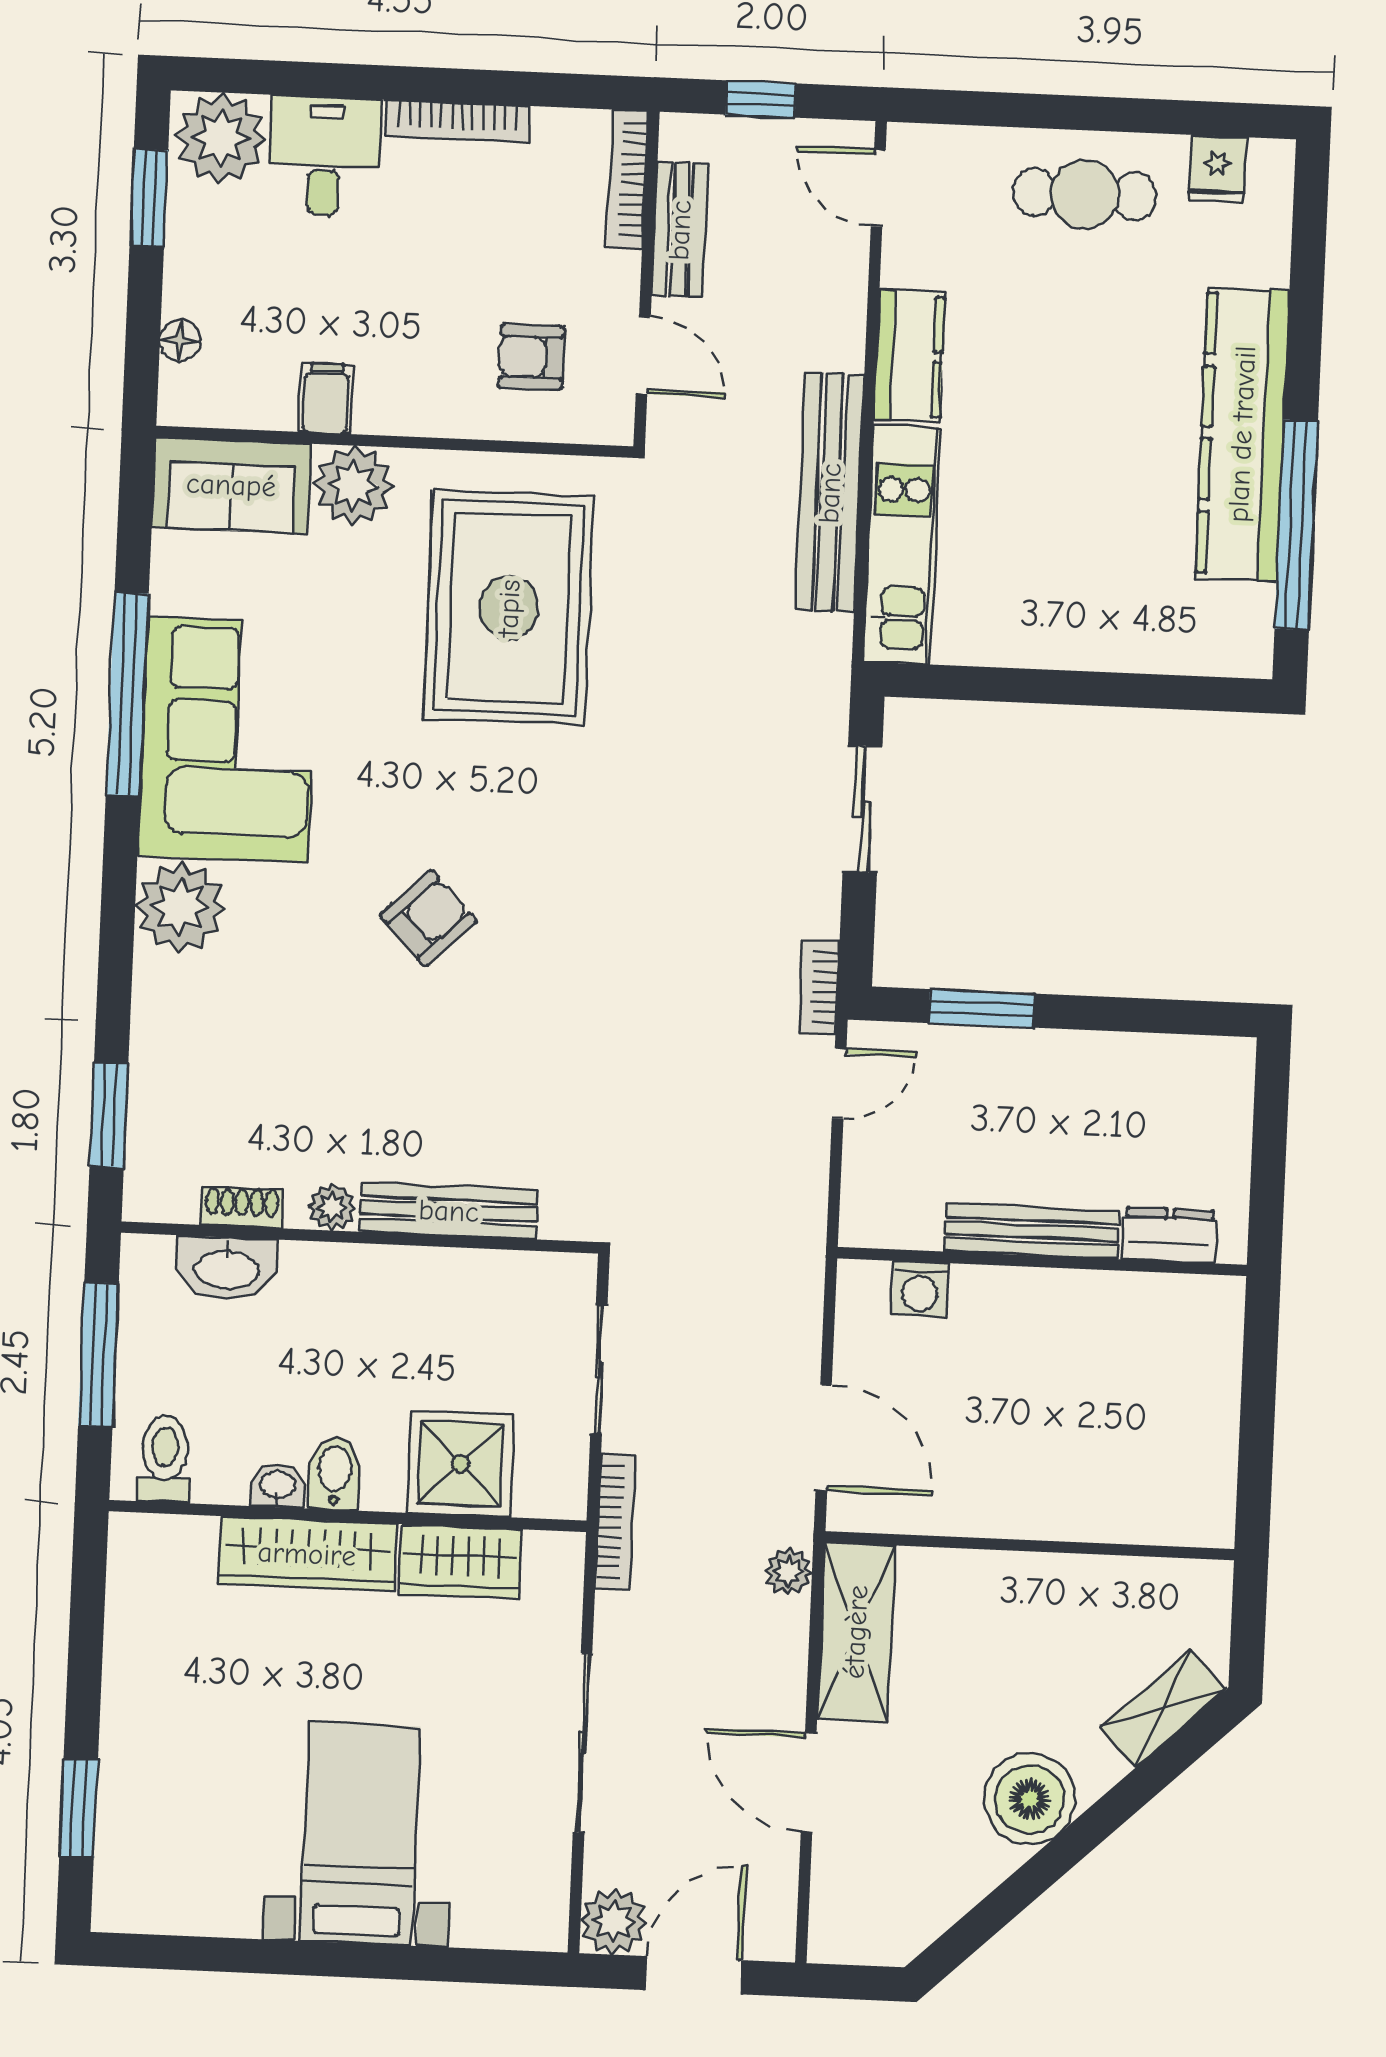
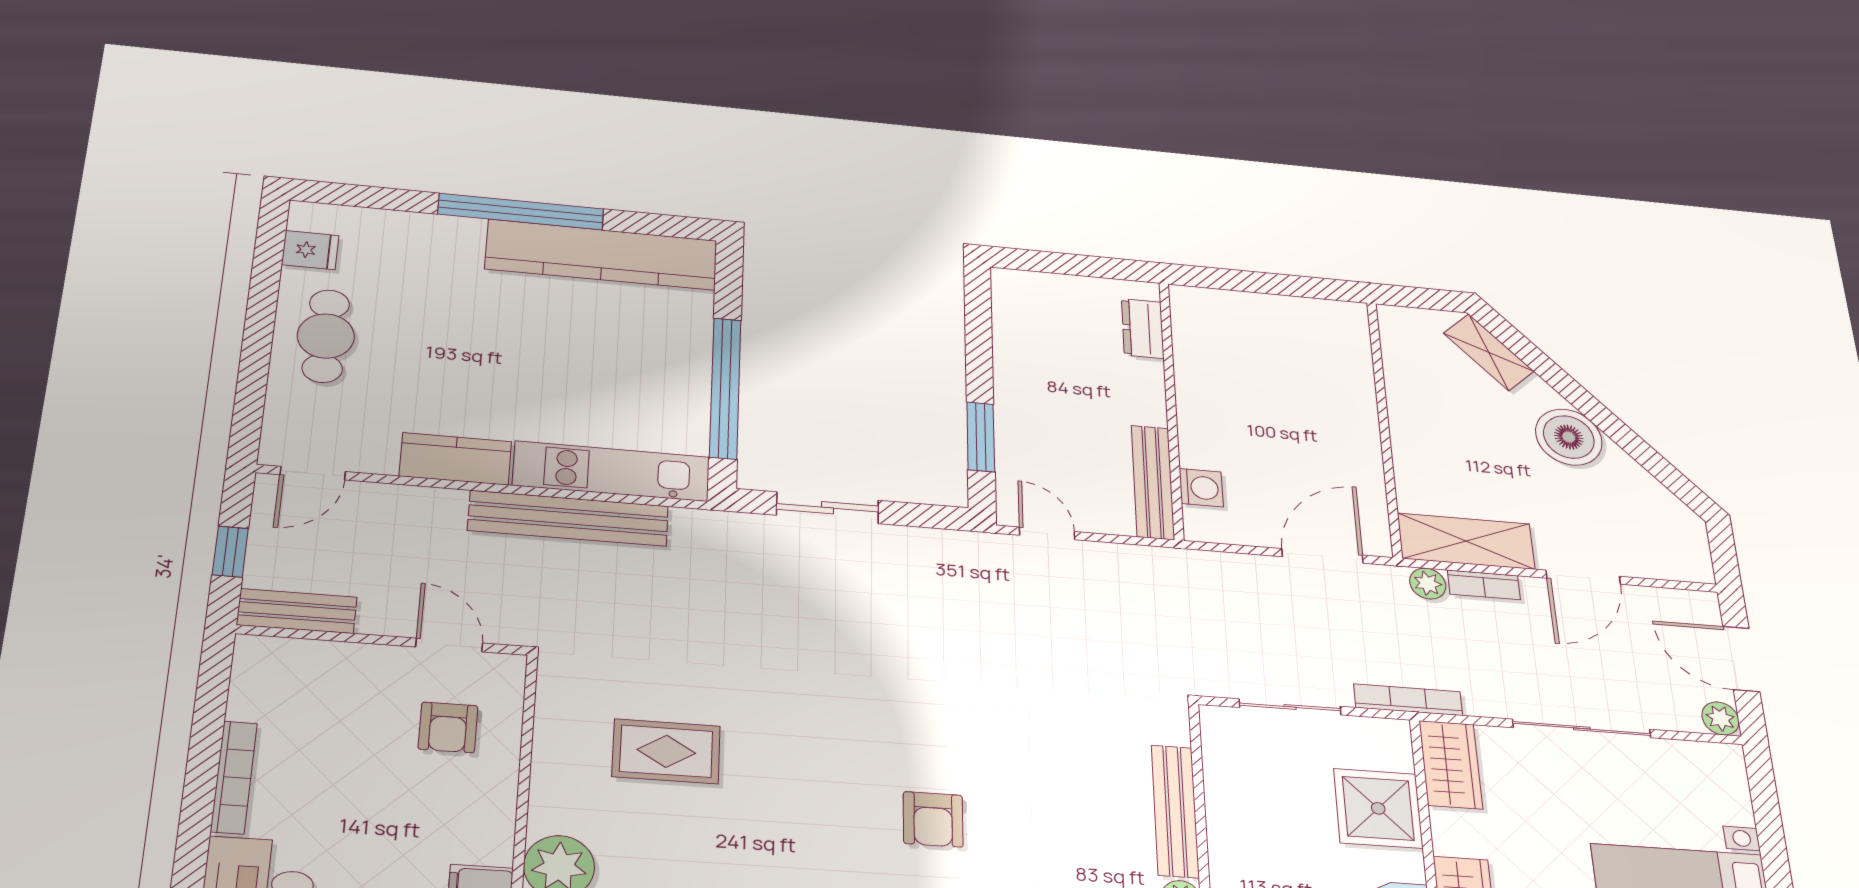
bookcase: (627, 179) -> (294, 651), removed
bench: (680, 230) -> (297, 611), moved
door: (643, 355) -> (449, 645), hinge flipped
kitchen counter: (1242, 434) -> (602, 255), moved
window: (1296, 525) -> (521, 212), moved
rug: (509, 608) -> (666, 751), width x0.54, depth x0.49
window: (1037, 686) -> (725, 388), added
armchair: (428, 918) -> (933, 819), turned -136
bookcase: (819, 987) -> (1484, 585), moved
bench: (1032, 1231) -> (1153, 482), moved
wardrobe: (460, 1561) -> (1451, 765), moved
plant: (614, 1921) -> (1720, 718), width x0.73, depth x0.73

